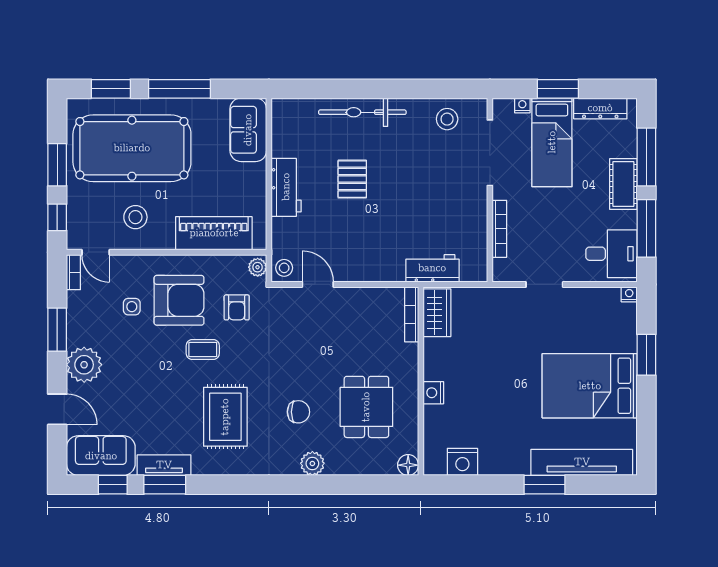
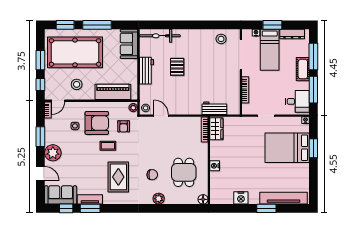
bicycle: (362, 112) -> (160, 36), moved
door: (96, 252) -> (58, 101), hinge flipped
bed: (590, 386) -> (287, 148), moved
nightstand: (462, 462) -> (241, 198), moved

